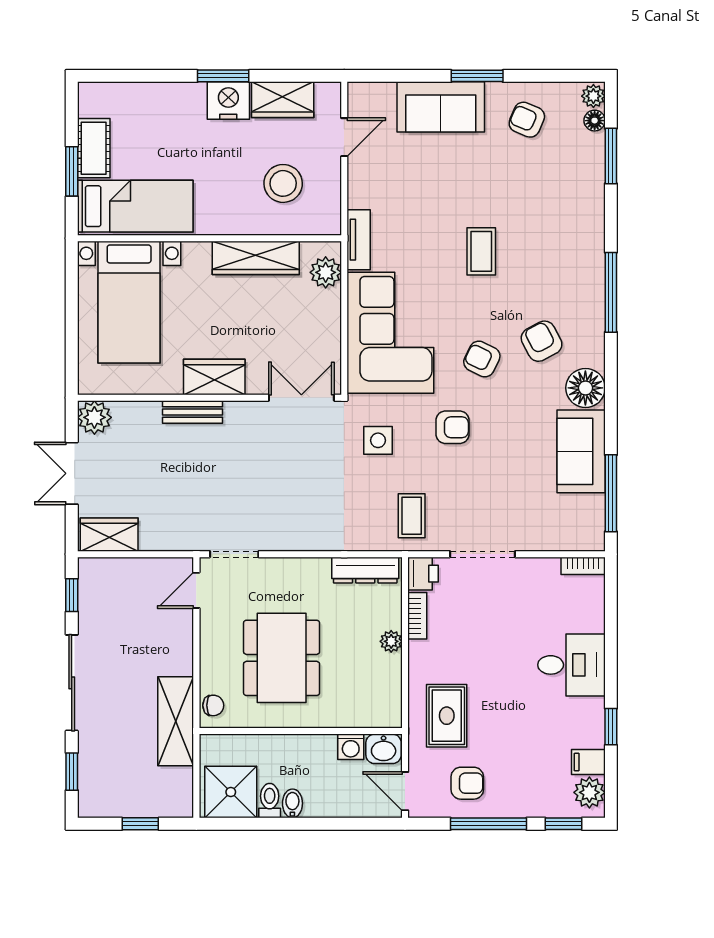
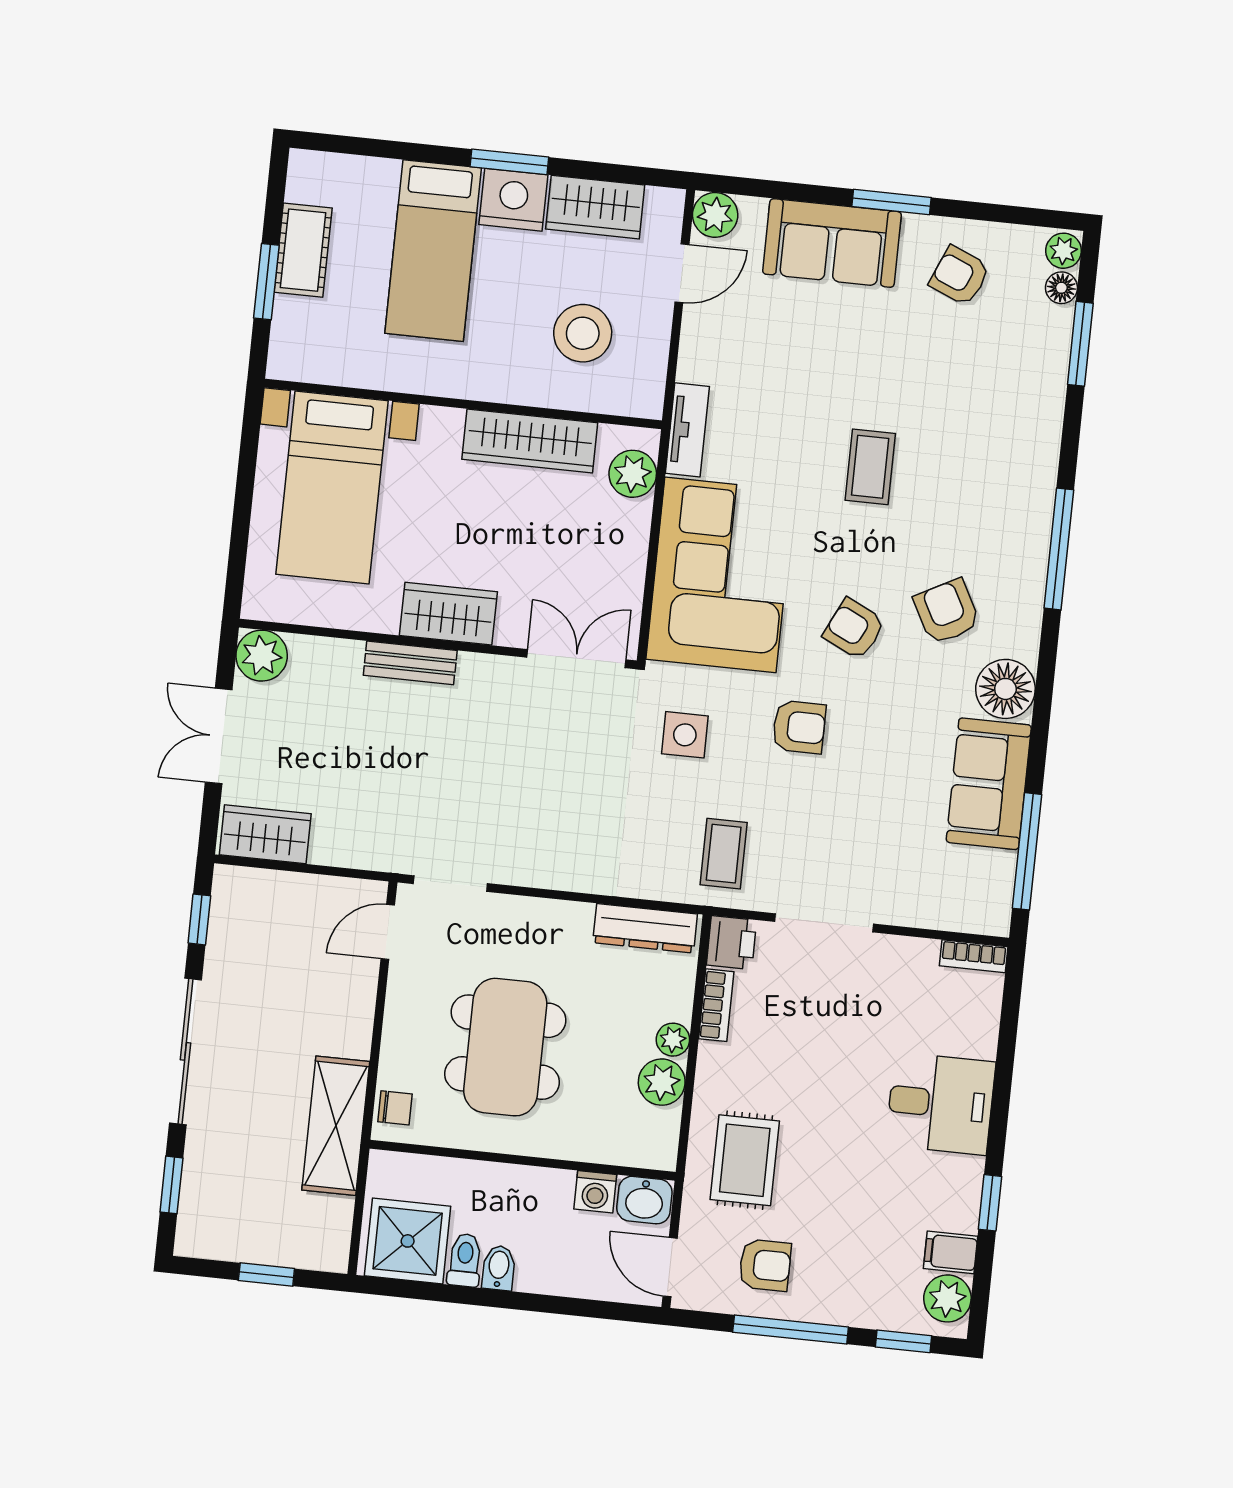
plant: (362, 97) -> (715, 215), added
bed: (135, 206) -> (433, 251), moved, turned 90
plant: (387, 670) -> (662, 1082), added

